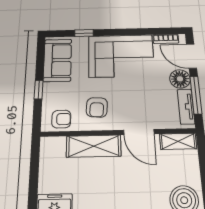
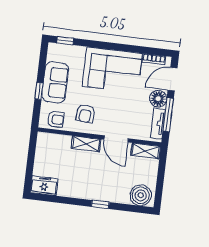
window: (84, 33) -> (65, 41), moved
door: (191, 56) -> (173, 79), hinge flipped
sofa: (57, 60) -> (55, 82), moved
shelving: (94, 146) -> (86, 144), width x0.67, depth x0.75

